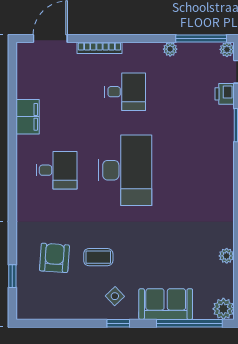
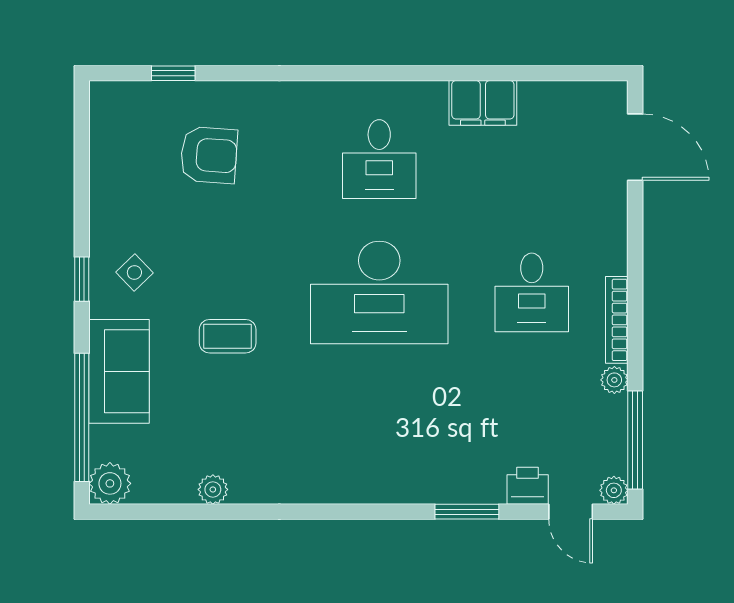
bookcase: (99, 48) -> (617, 320), moved
coffee table: (98, 257) -> (228, 336), moved, turned 90

